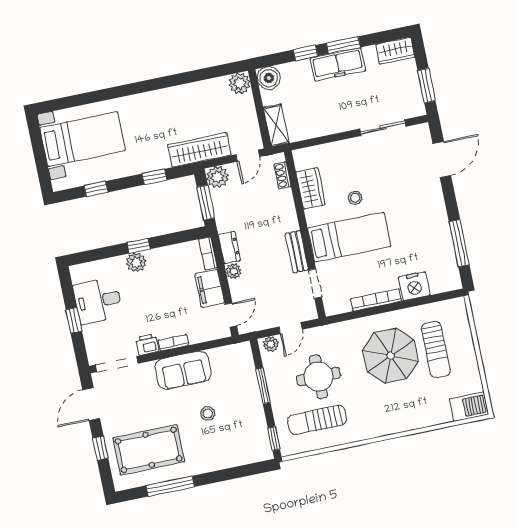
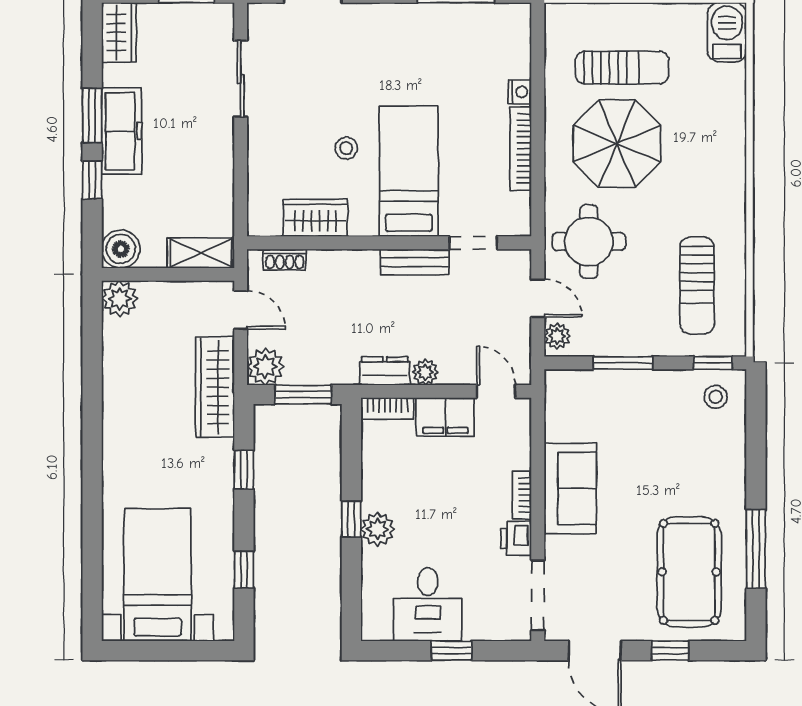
nightstand: (414, 286) -> (520, 92), width x0.53, depth x0.56
round table: (318, 377) -> (589, 242), moved
stool: (208, 413) -> (716, 397), moved

